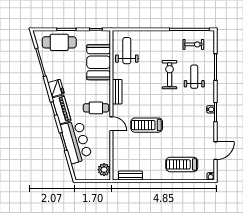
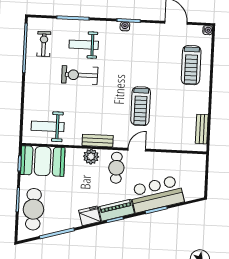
booth: (99, 62) -> (43, 161), moved
plant: (104, 170) -> (91, 157), moved

